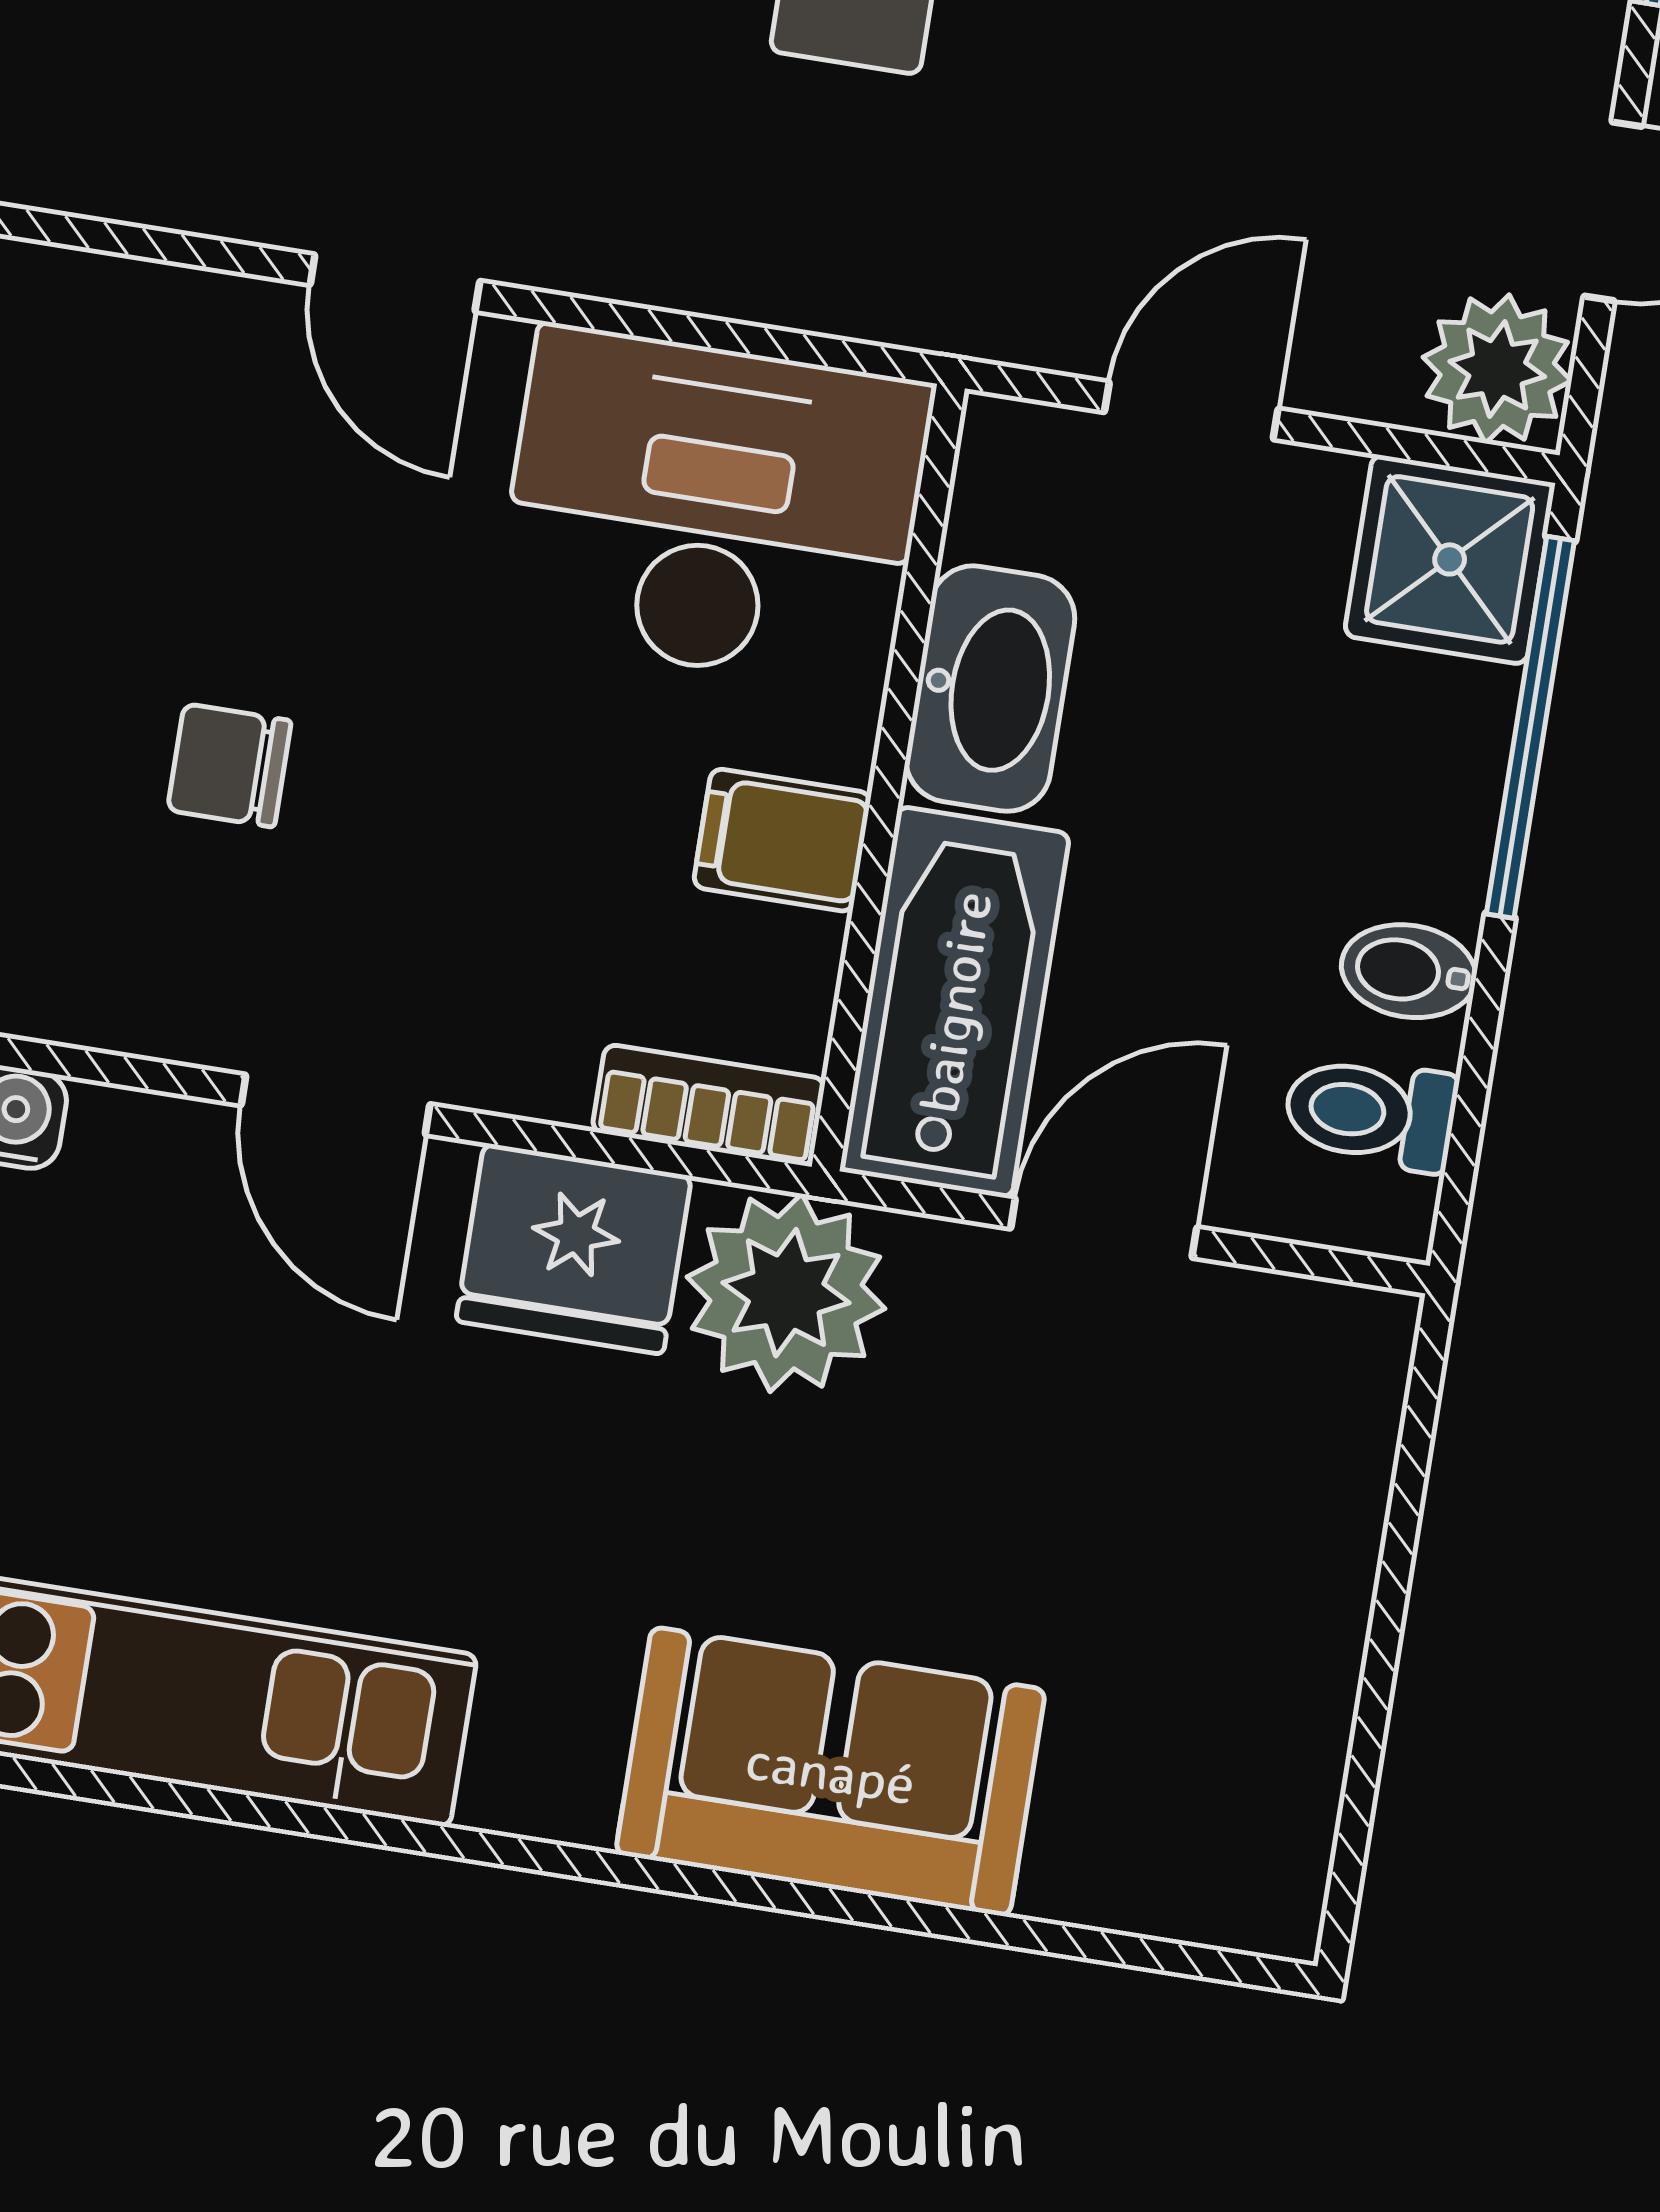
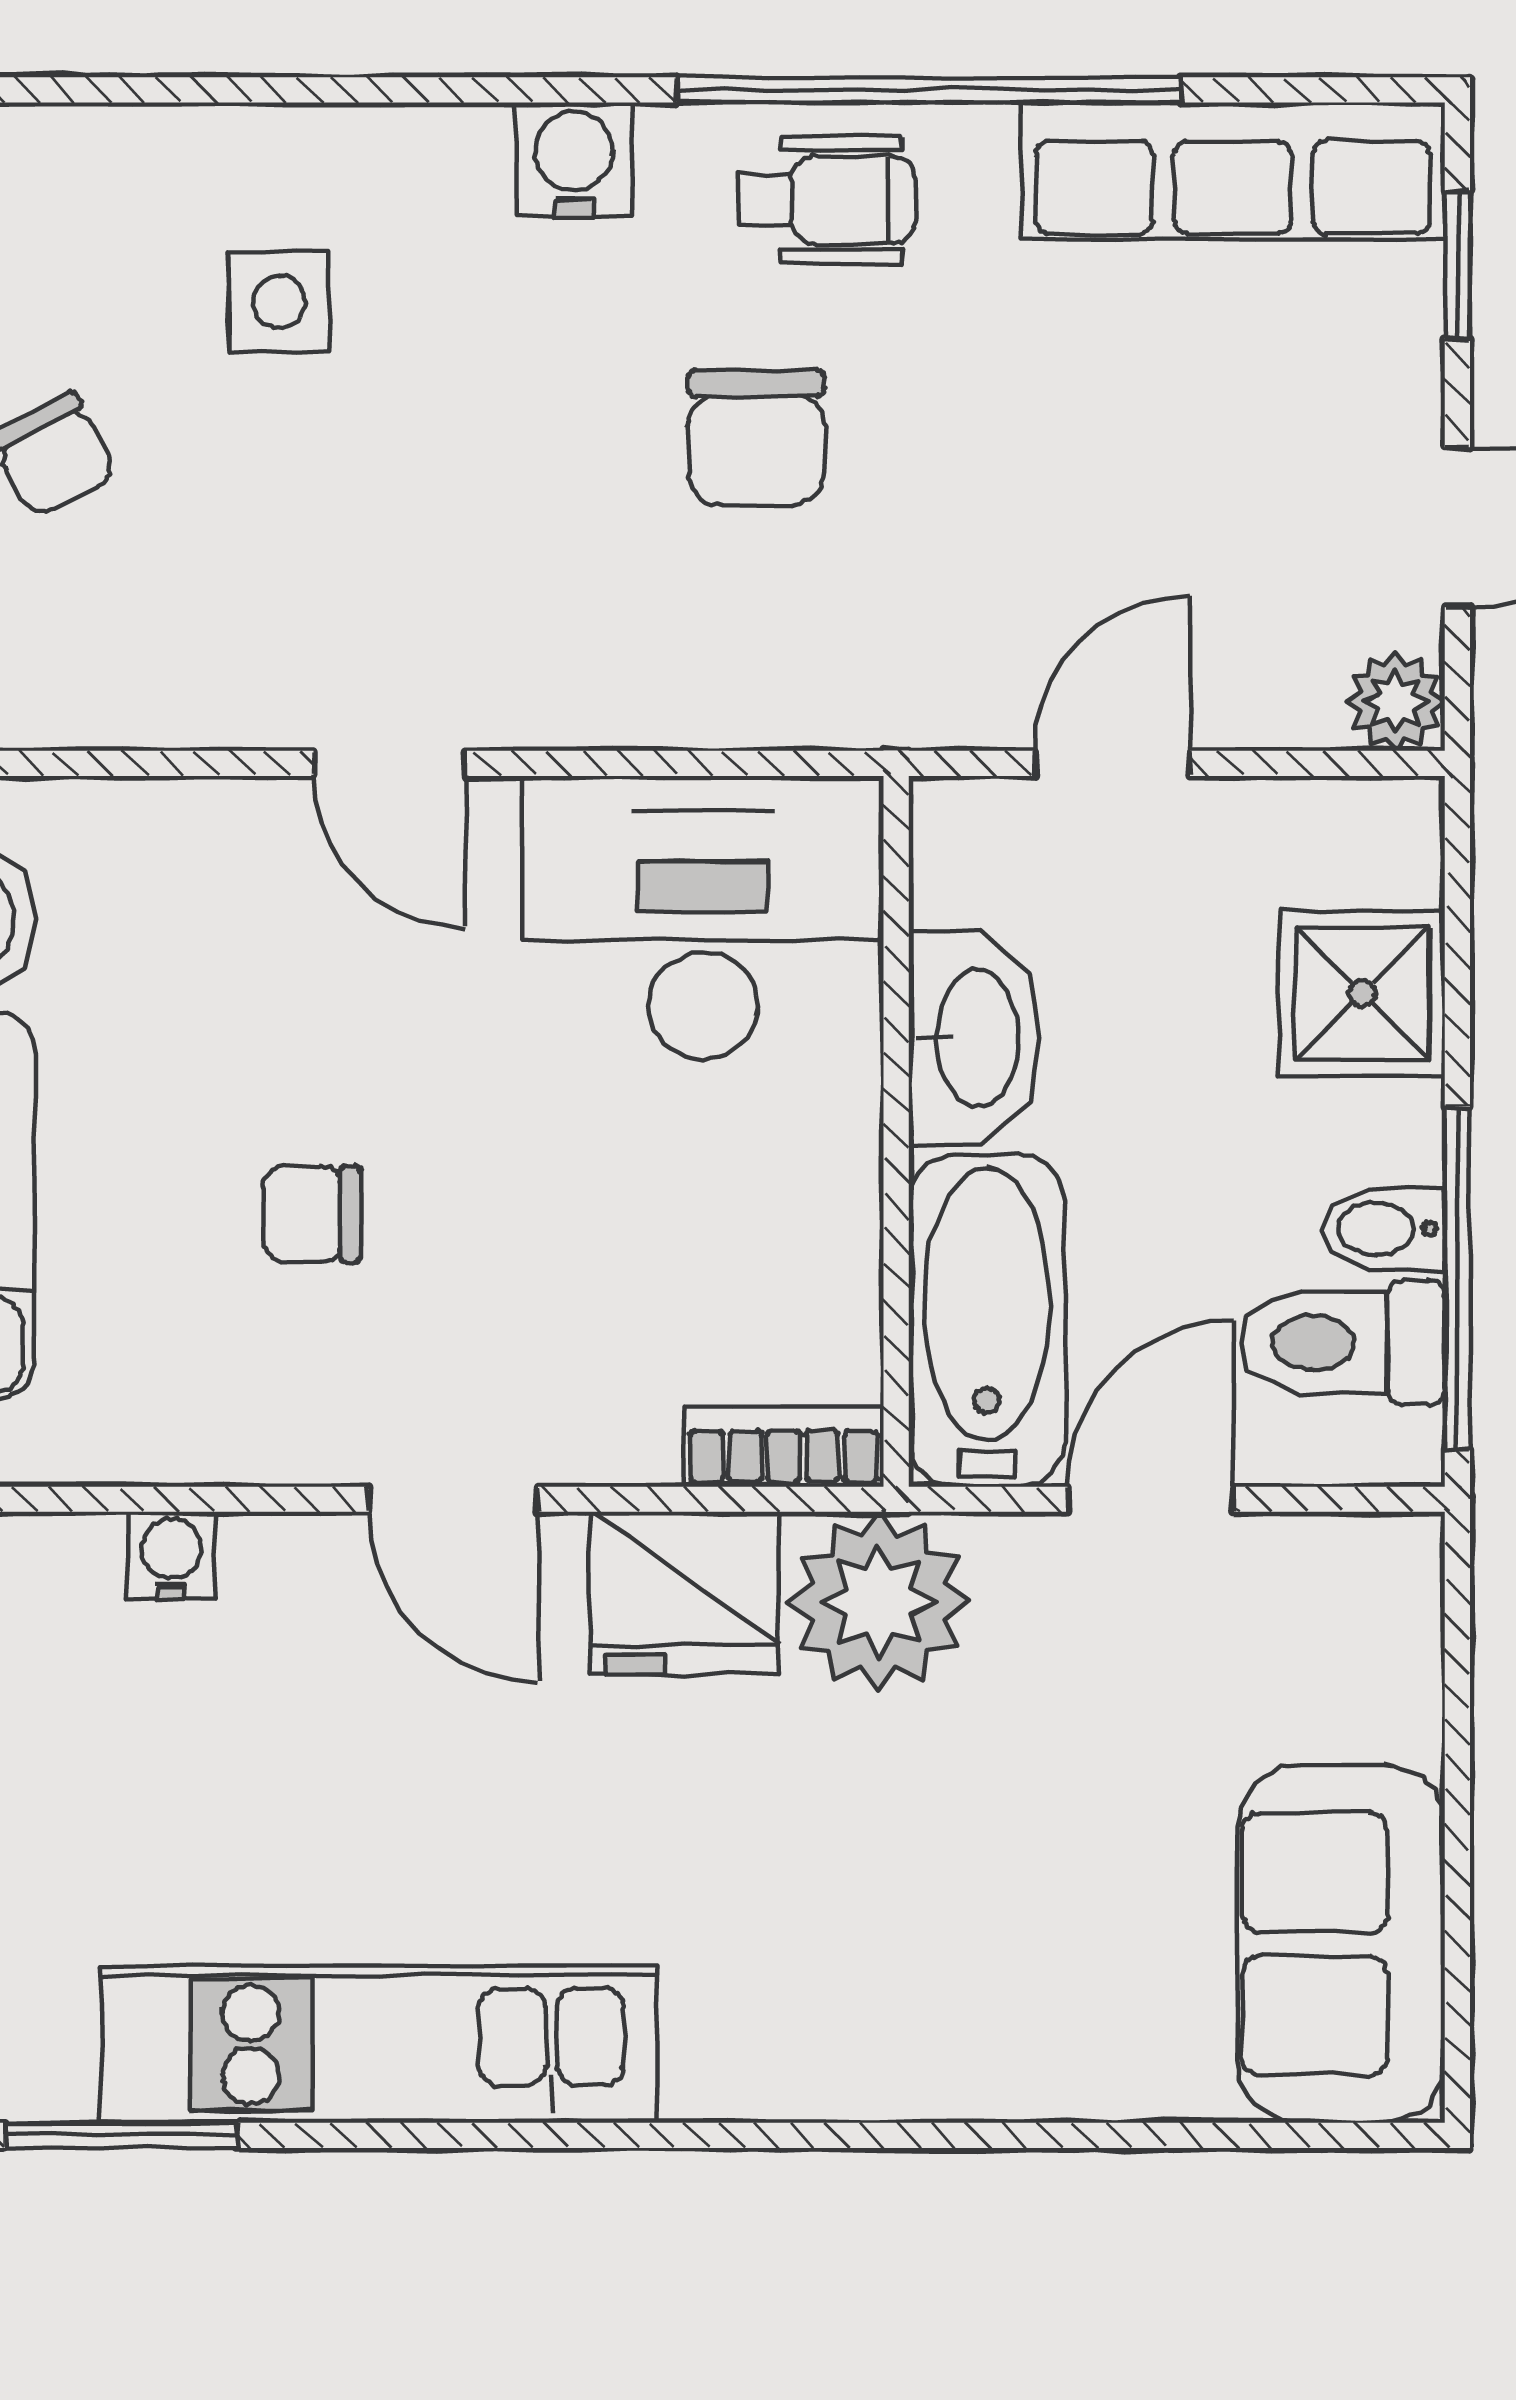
plant: (1497, 369) -> (1396, 702), width x0.73, depth x0.73
shower: (1450, 559) -> (1362, 993), moved
window: (1530, 727) -> (1457, 1278), moved
filing cabinet: (782, 840) -> (811, 1202), removed
toilet: (1370, 1113) -> (1342, 1343), width x1.37, depth x1.39
sofa: (831, 1772) -> (1341, 1944), moved, turned -90

